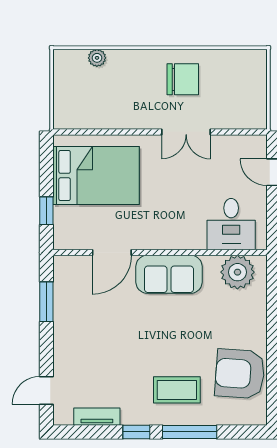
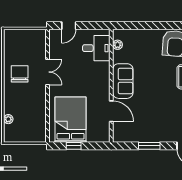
window: (46, 211) -> (74, 146), moved
plant: (237, 272) -> (118, 45), width x0.53, depth x0.53
window: (46, 302) -> (149, 146), moved

